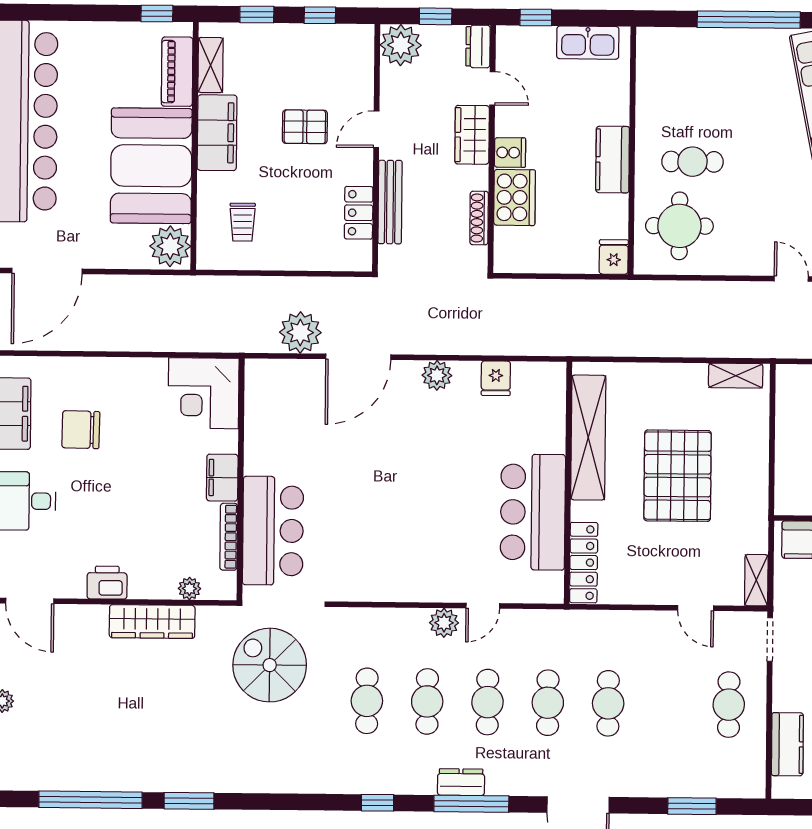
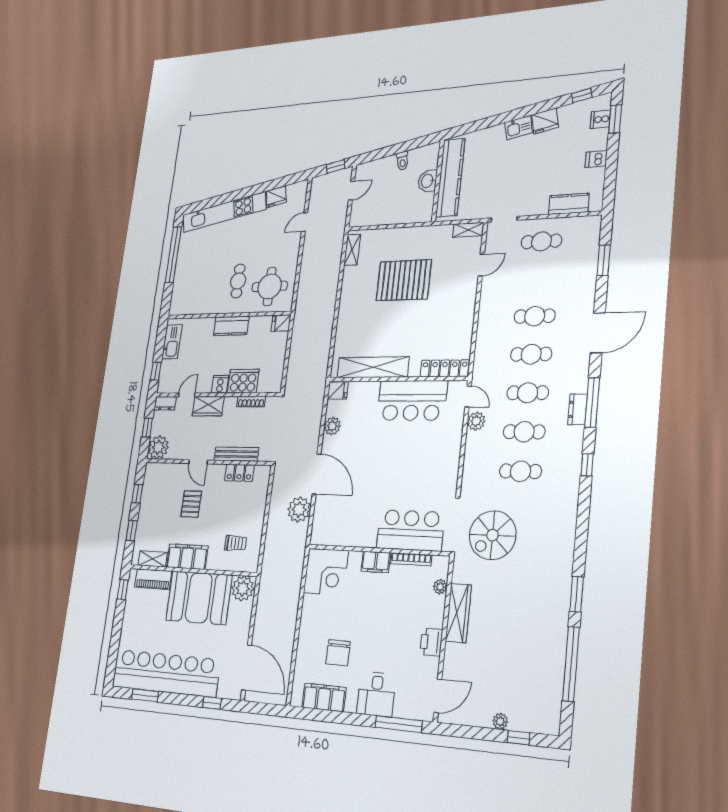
shelving: (588, 438) -> (373, 367), moved
wall: (568, 483) -> (397, 379), moved
bar counter: (533, 512) -> (412, 400), moved
locker: (584, 563) -> (445, 368), moved

